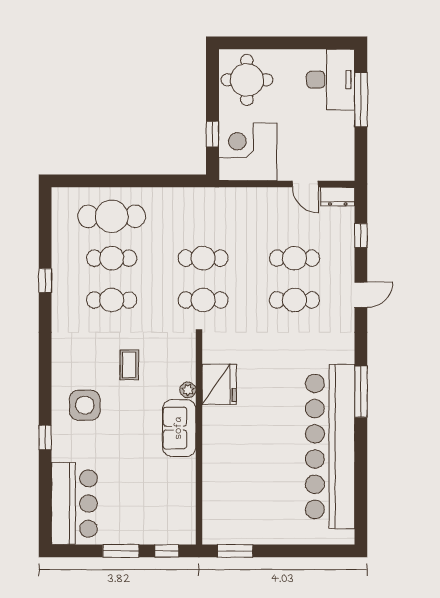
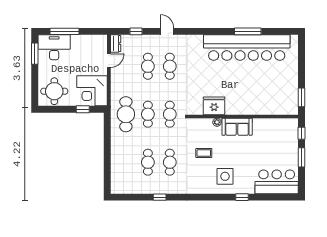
window: (318, 43) -> (35, 54), added
cafe table: (112, 216) -> (126, 114), moved
window: (361, 392) -> (248, 31), moved

